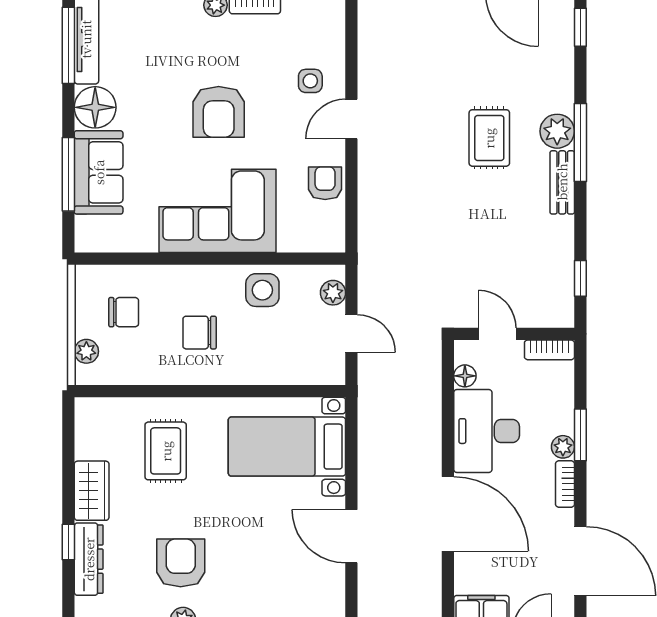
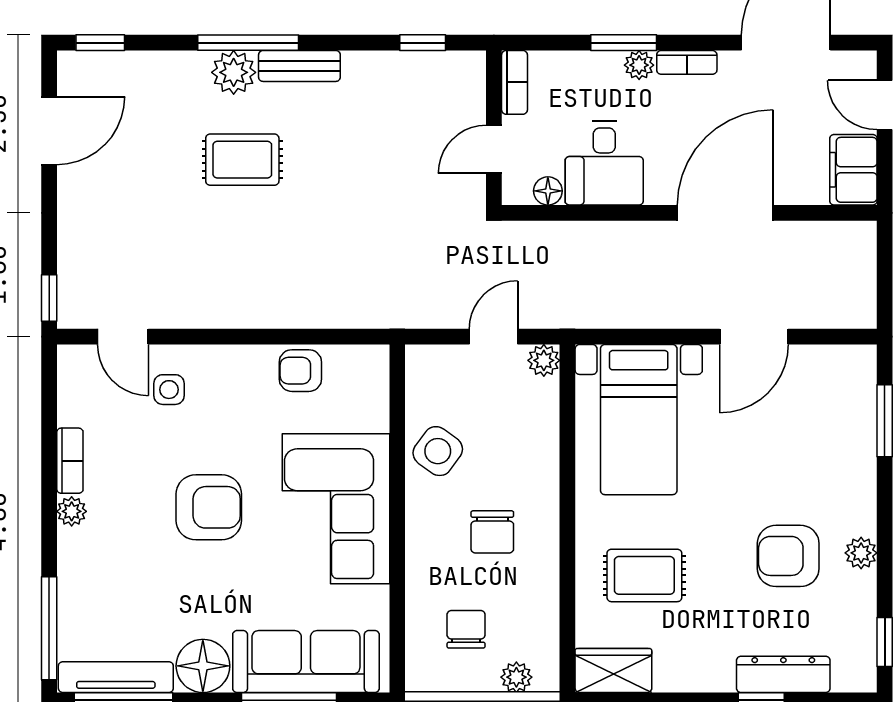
door: (351, 119) -> (123, 337), moved
sofa: (99, 172) -> (306, 662), width x1.36
side table: (262, 290) -> (438, 451), turned 36
plant: (333, 293) -> (544, 360), moved
desk: (487, 431) -> (604, 163), width x0.73
wardrobe: (92, 491) -> (613, 670), moved

